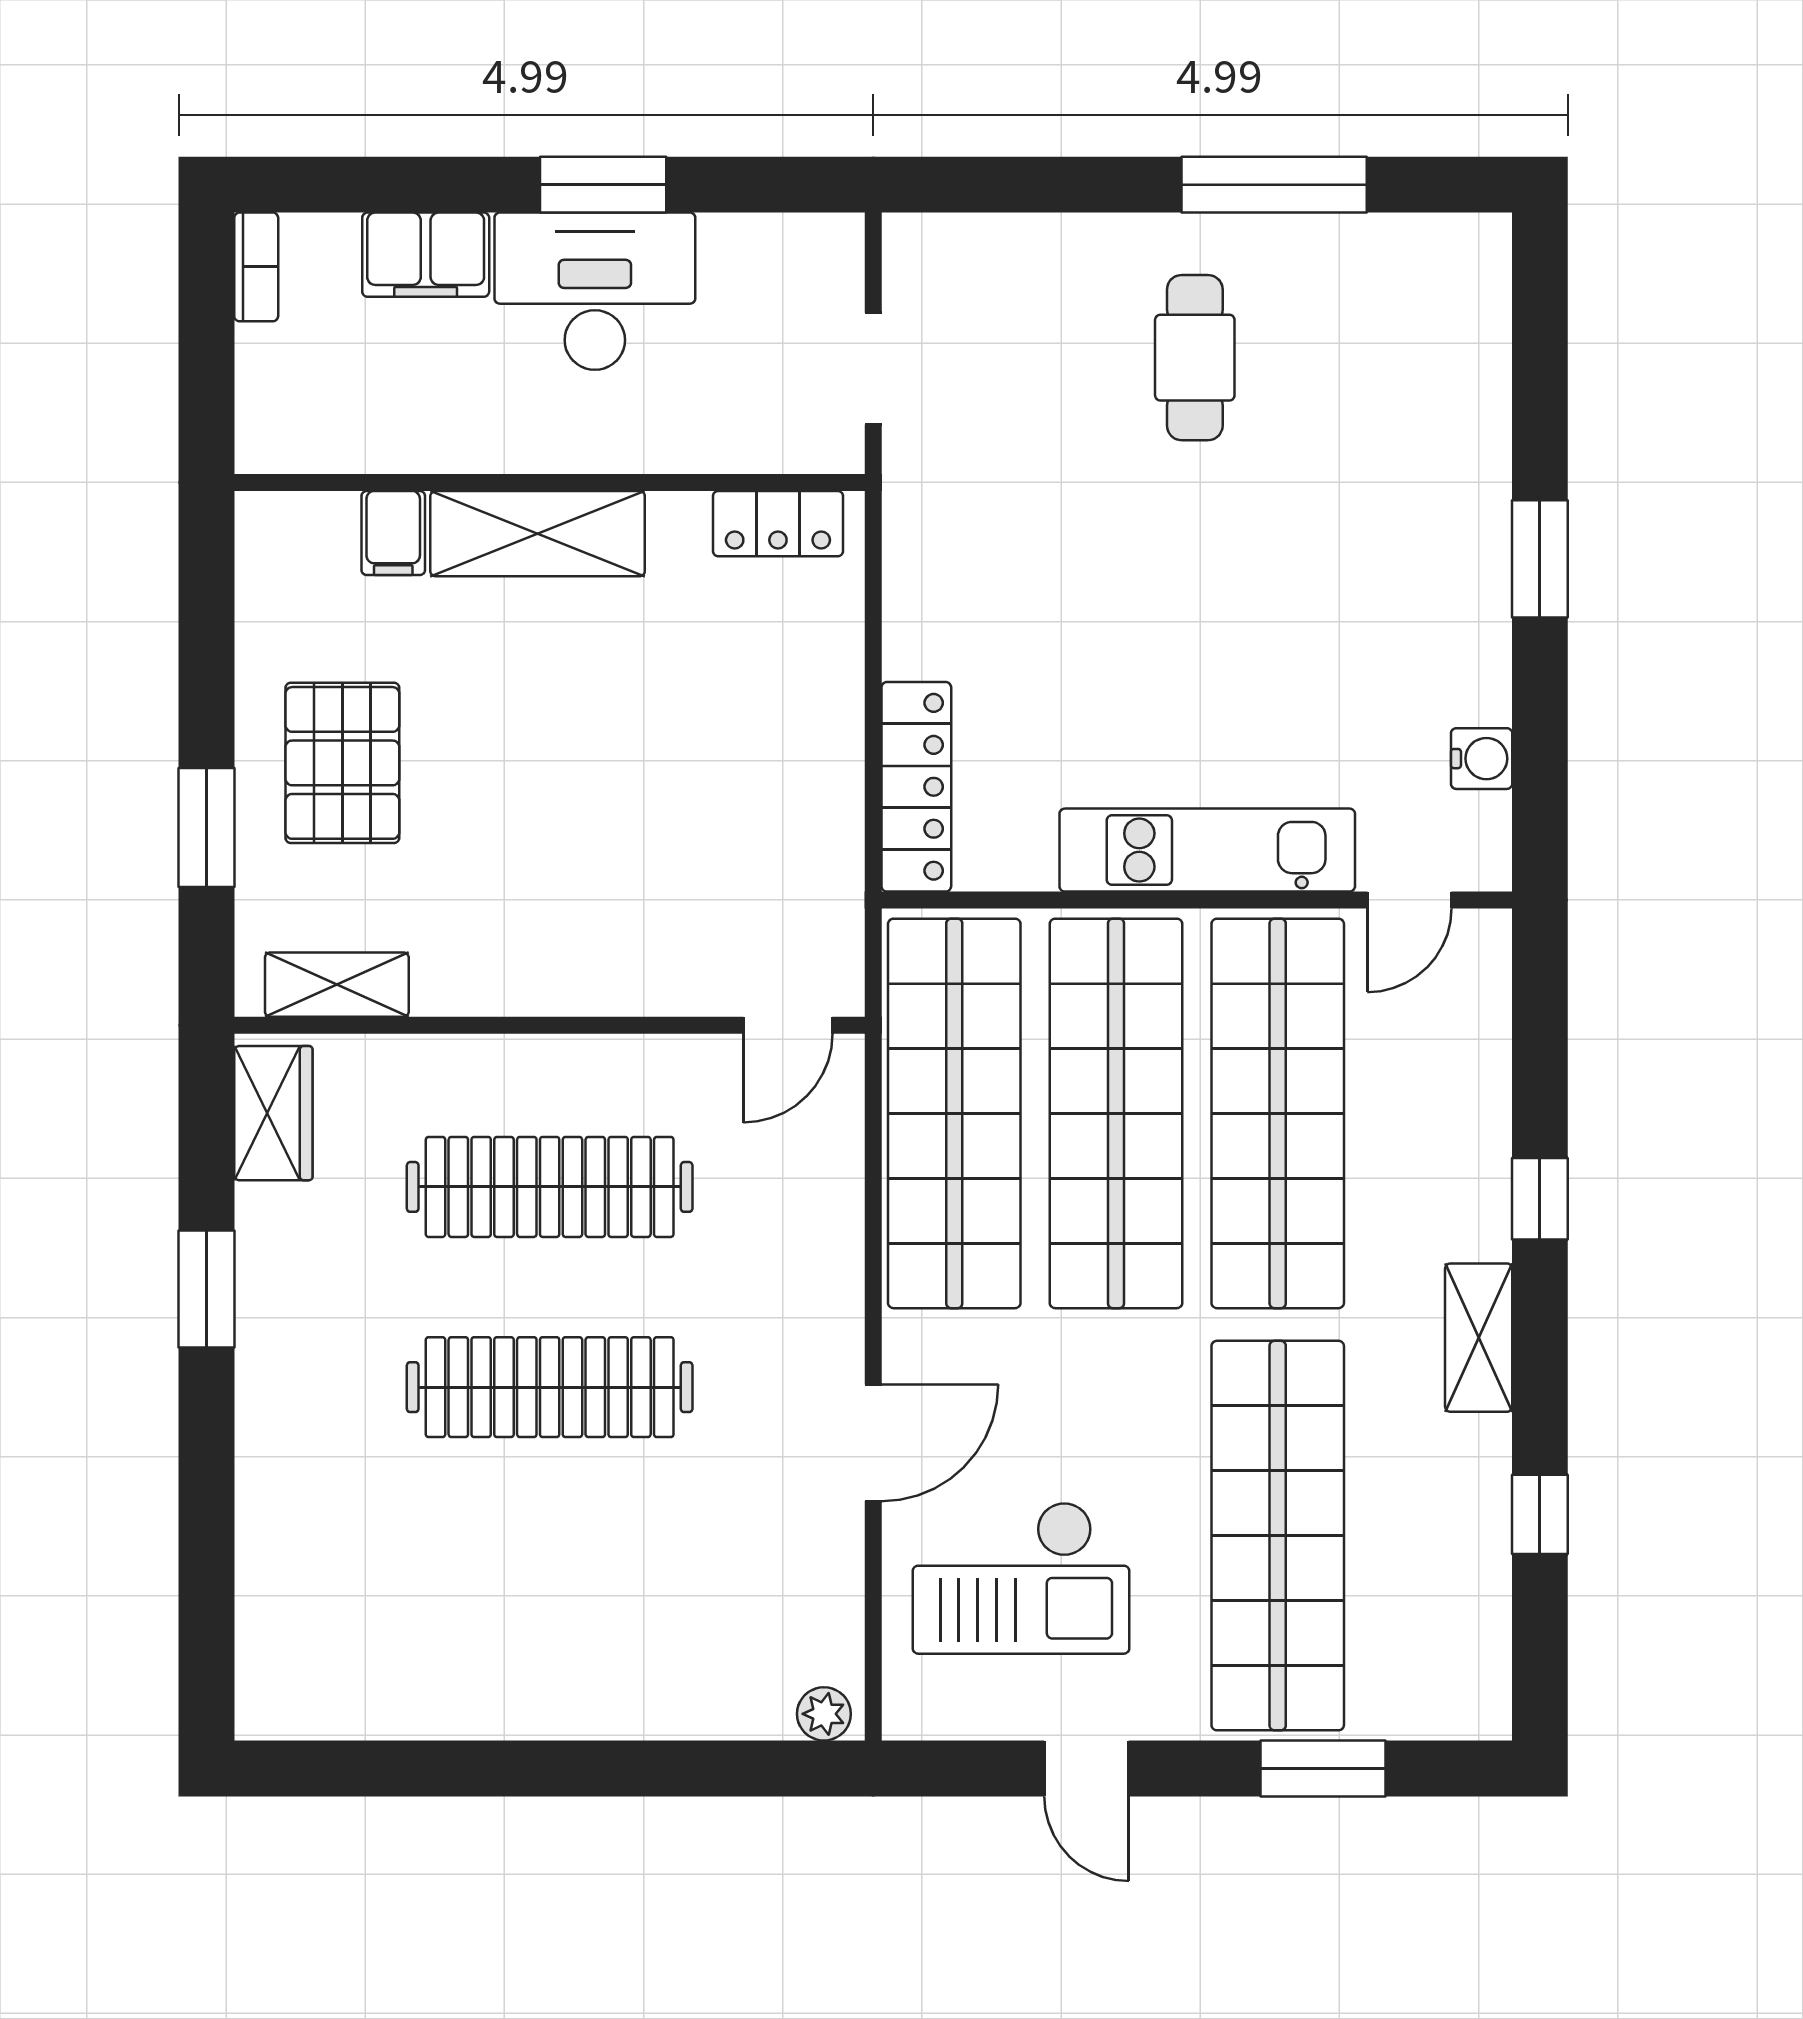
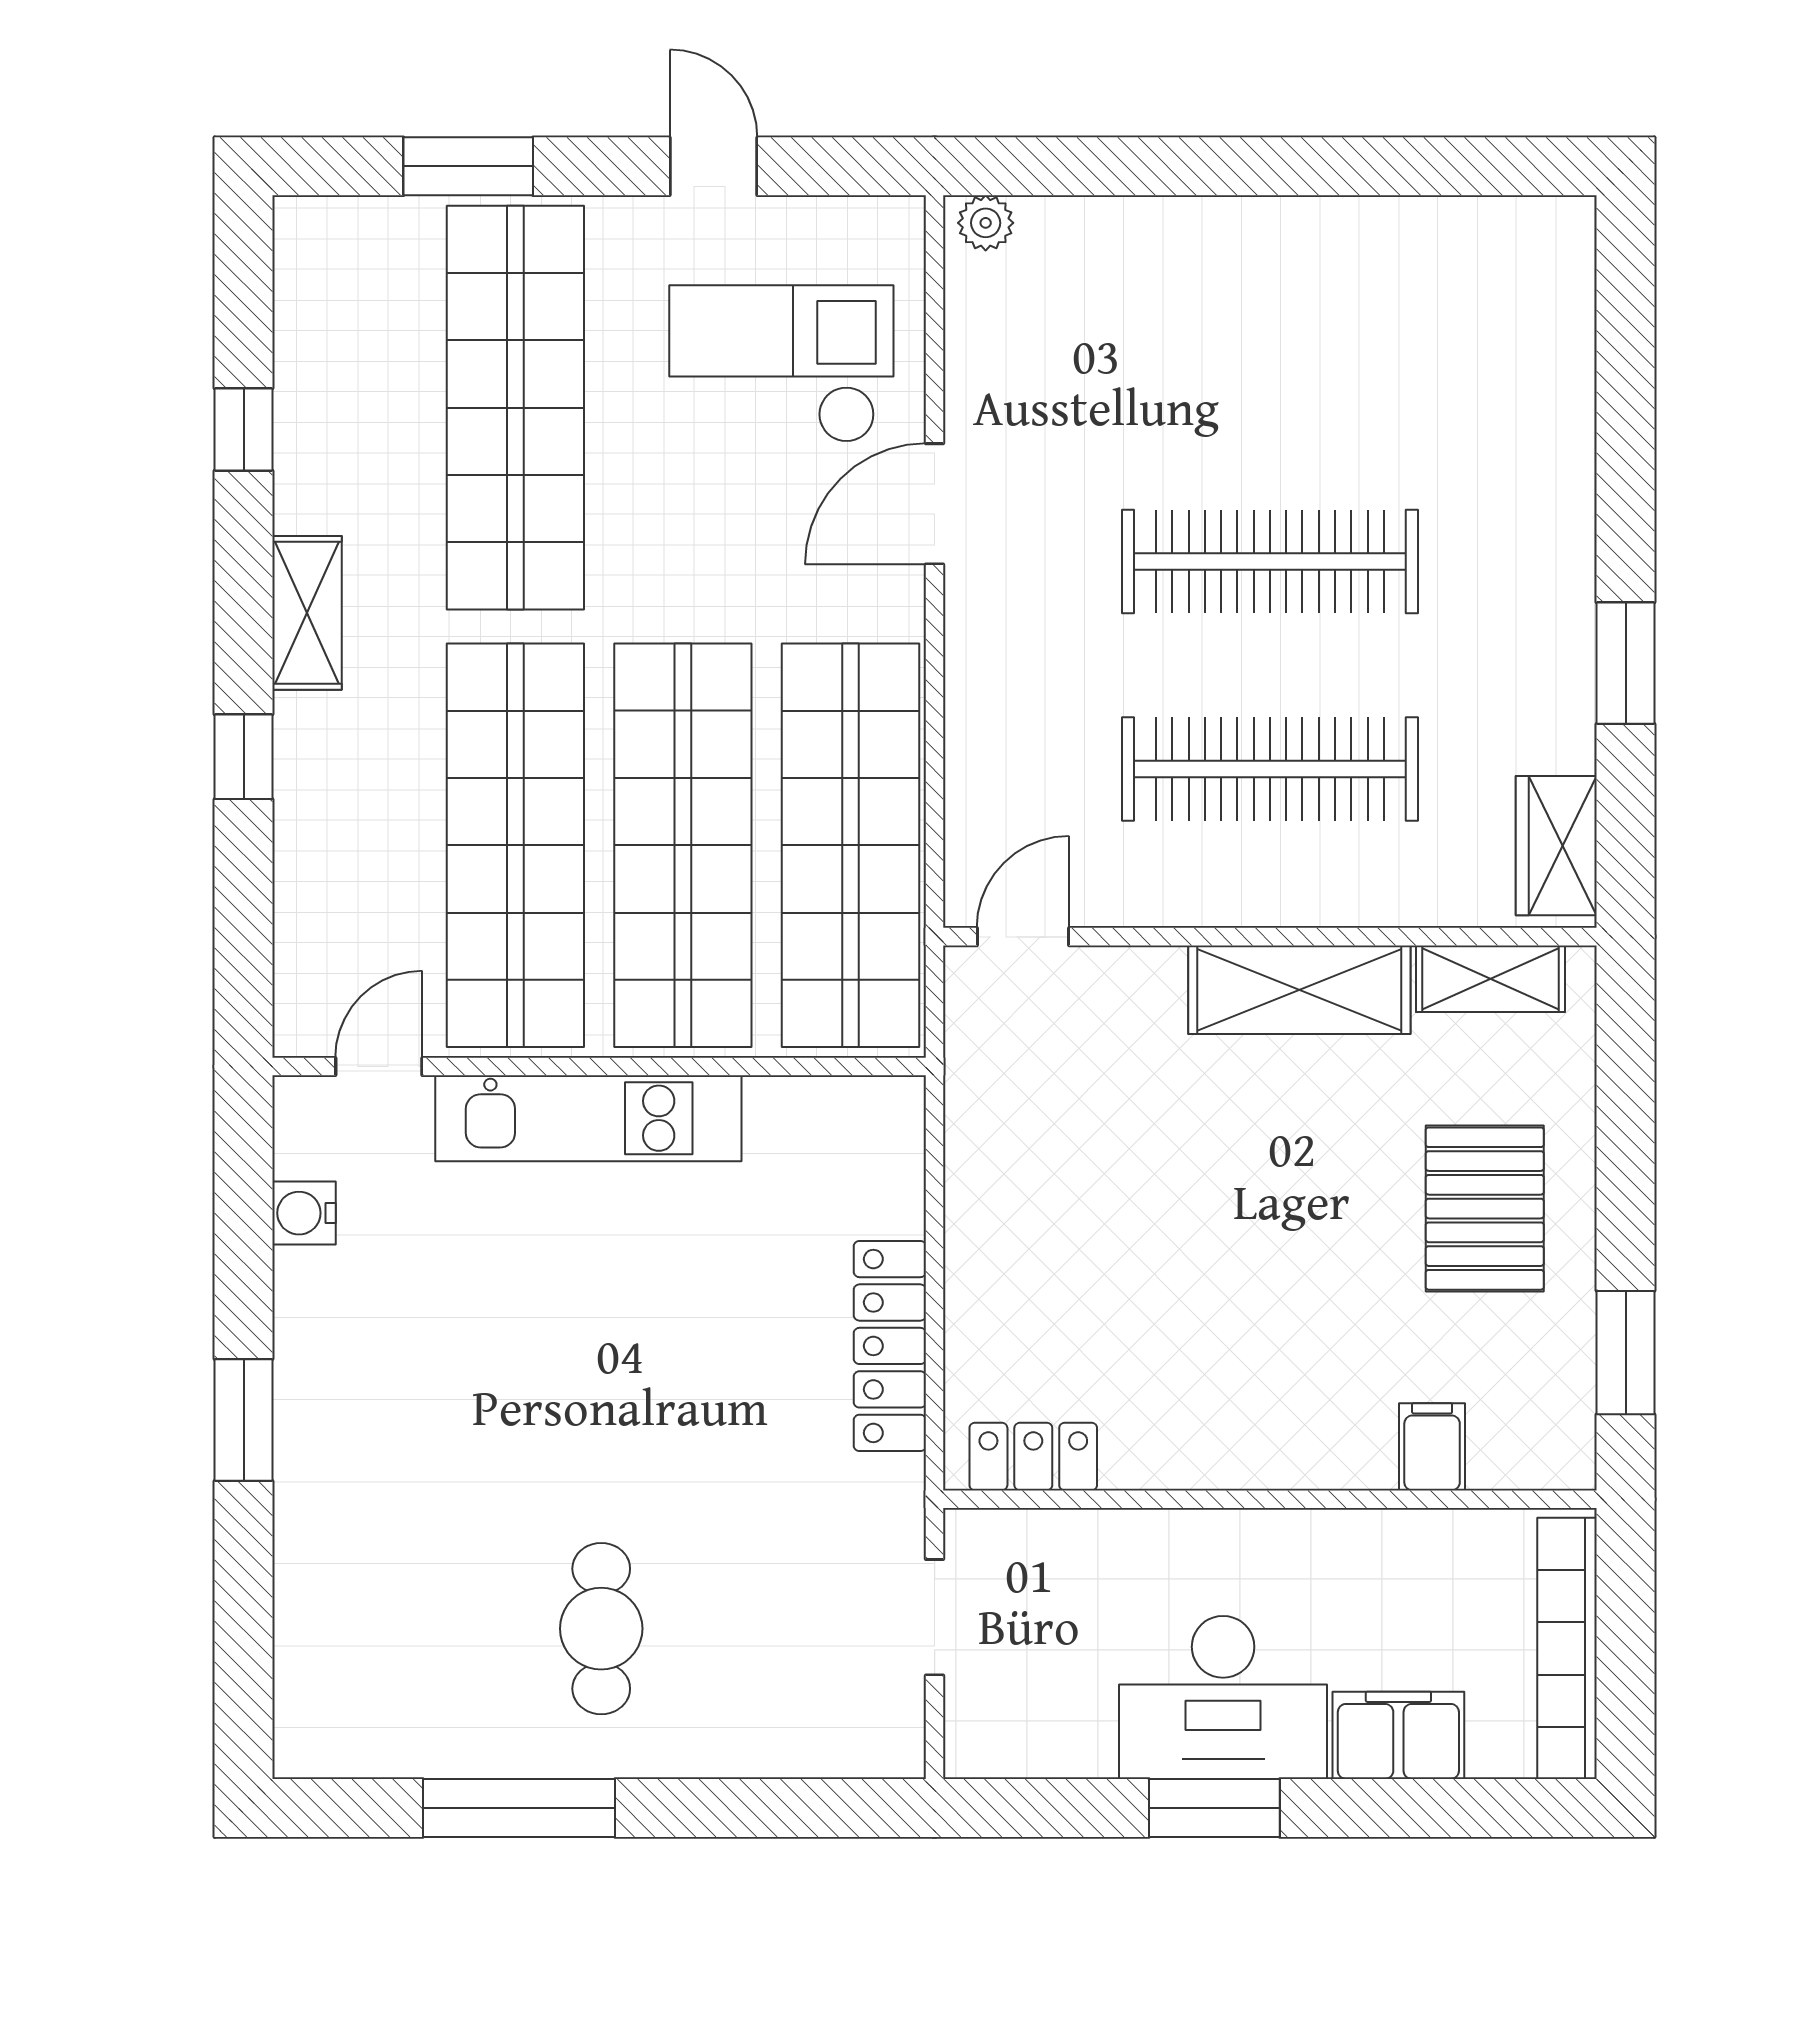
bookcase: (256, 267) -> (1567, 1648), width x2.31, depth x1.31
shelving: (538, 534) -> (1299, 990), moved
locker: (916, 787) -> (890, 1346), moved
window: (207, 828) -> (1626, 1353), moved

